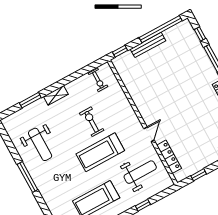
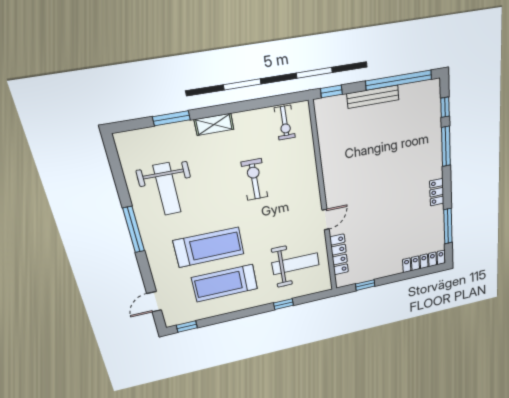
treadmill: (100, 152) -> (209, 247), moved, turned 180

